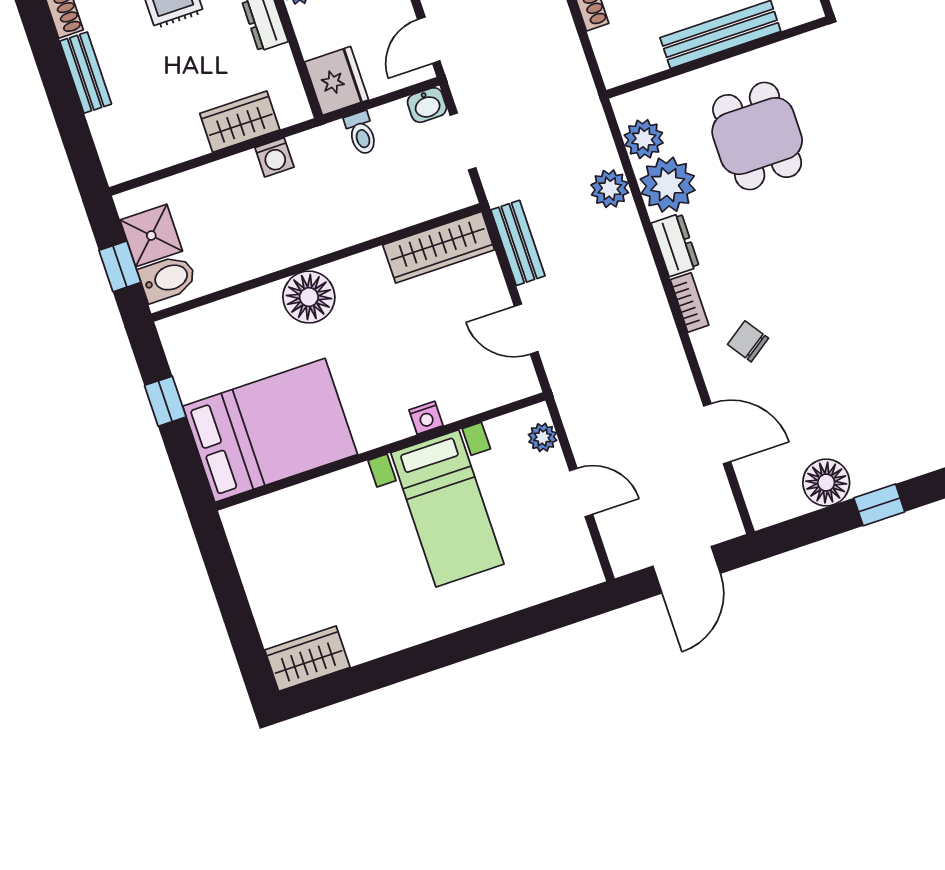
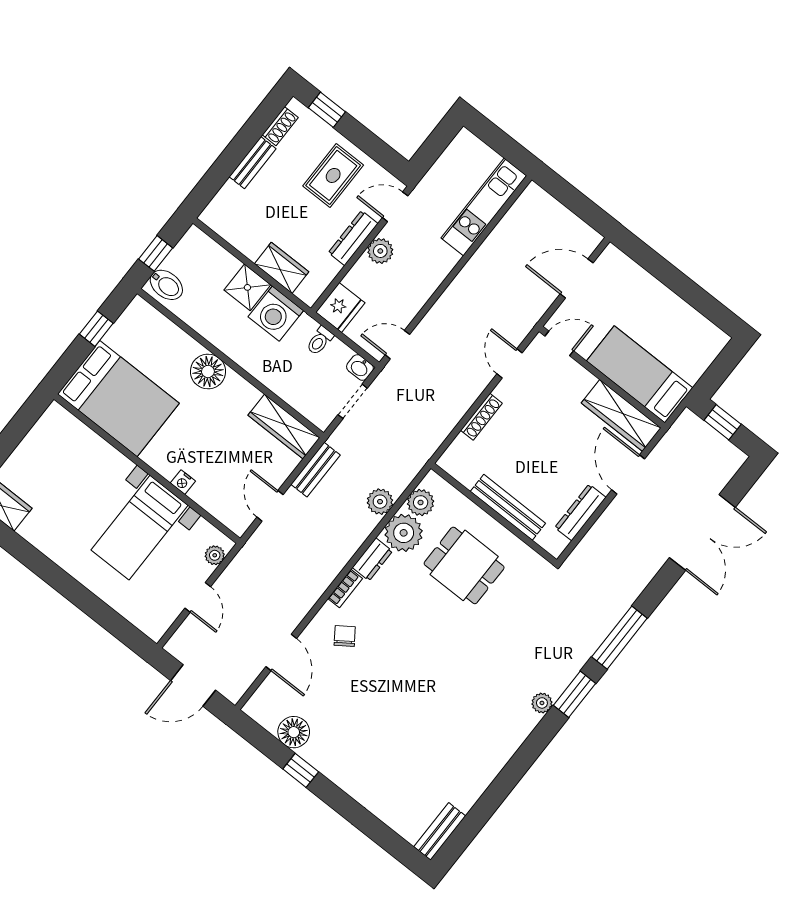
dining table: (757, 136) -> (464, 565), turned 90
washing machine: (274, 157) -> (276, 314), width x1.89, depth x1.89
shower: (151, 236) -> (247, 287), moved

